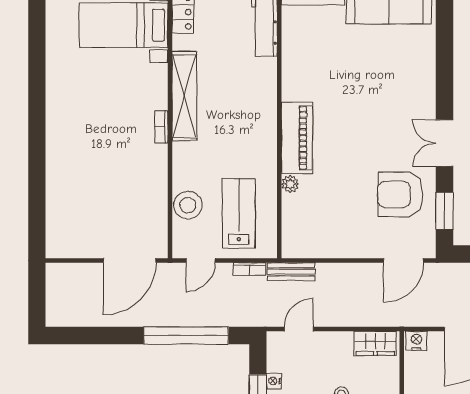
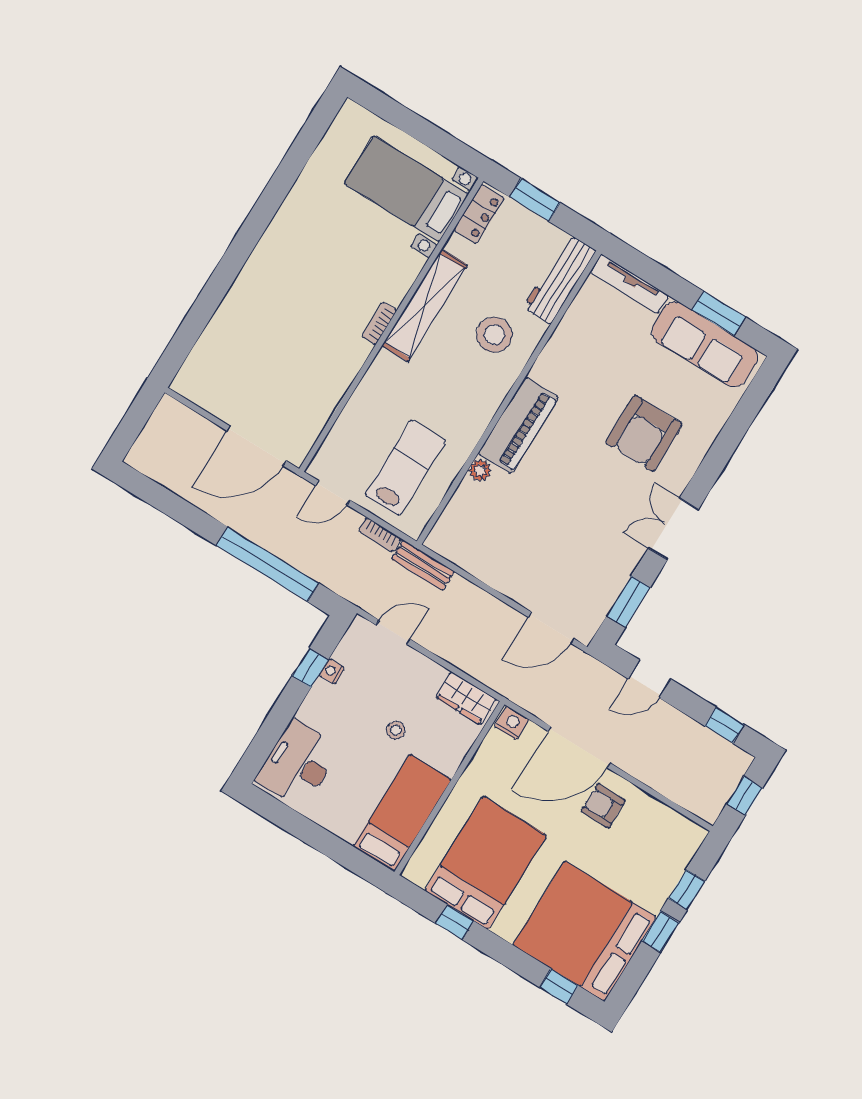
armchair: (400, 194) -> (644, 433), moved, turned -90
stool: (188, 205) -> (494, 335), moved

